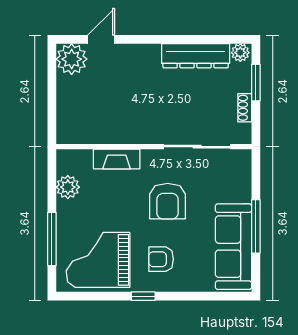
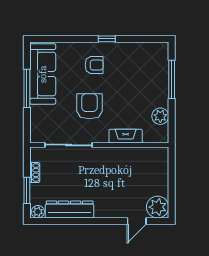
grand piano: (98, 260) -> (139, 65), removed

